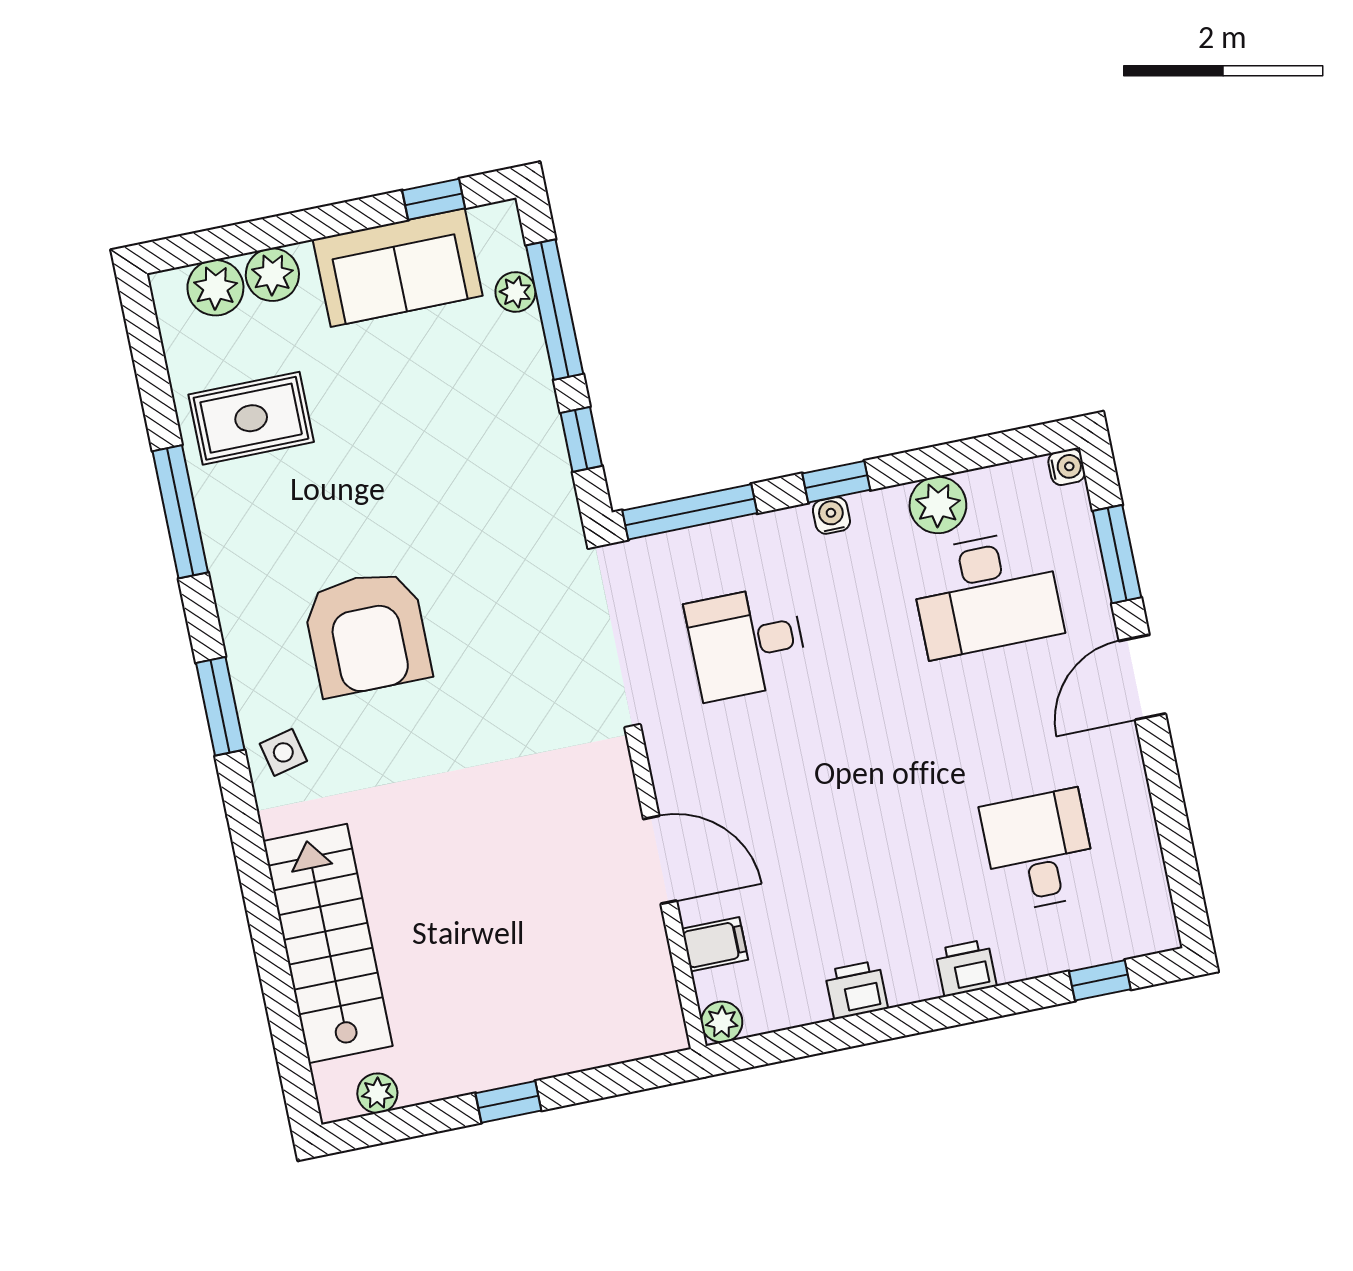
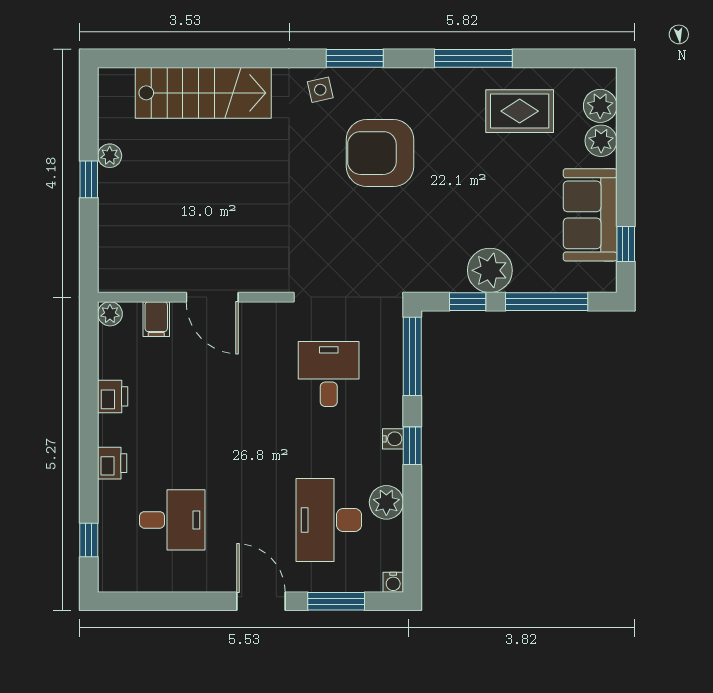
plant: (515, 292) -> (490, 270), moved, width x1.88, depth x1.88
rug: (251, 418) -> (520, 111), turned 90
door: (660, 860) -> (212, 297), hinge flipped
plant: (377, 1093) -> (110, 156), moved

